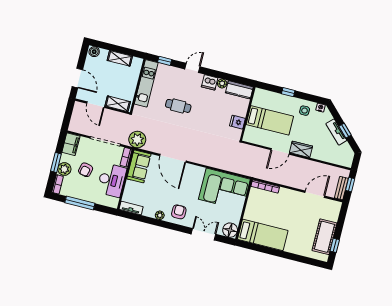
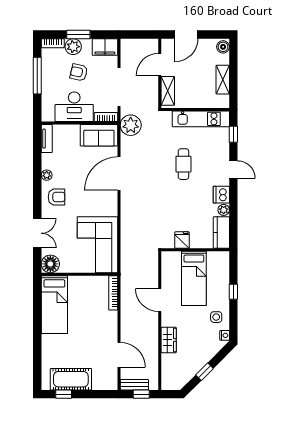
tv unit: (336, 132) -> (200, 362), removed
wardrobe: (301, 149) -> (169, 340), moved

